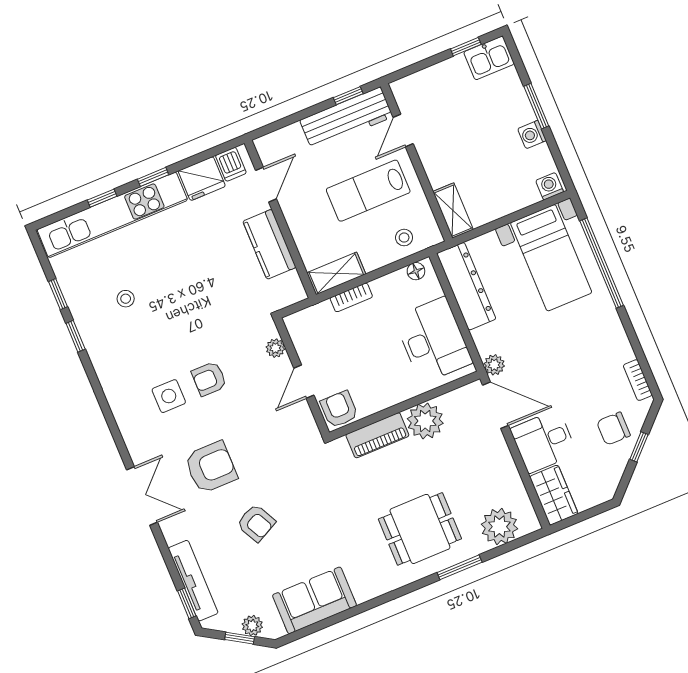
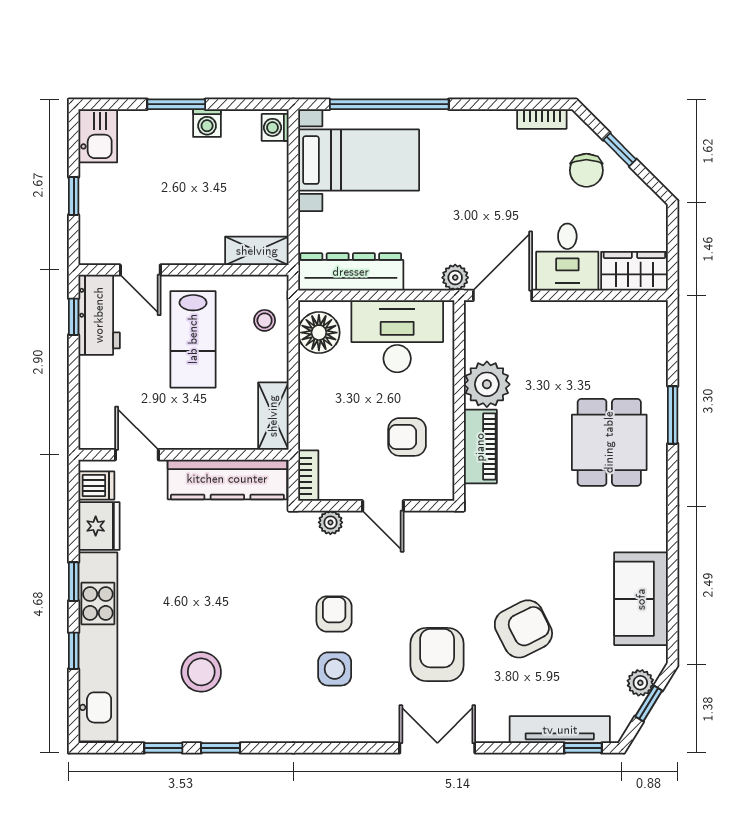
window: (466, 47) -> (74, 196), moved
workbench: (346, 118) -> (99, 315), width x0.73
kitchen counter: (269, 244) -> (227, 479), width x1.50
floor lamp: (416, 271) -> (319, 333), width x1.89, depth x1.89
bookcase: (351, 297) -> (308, 476), moved
stool: (126, 299) -> (201, 672), width x1.89, depth x1.89
armchair: (209, 379) -> (334, 614), turned 180
armchair: (339, 409) -> (407, 437), moved
armchair: (256, 523) -> (523, 629), width x1.38, depth x1.38
plant: (499, 527) -> (645, 349), removed

